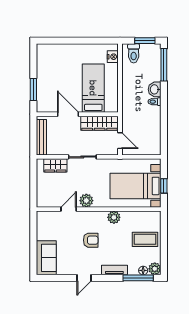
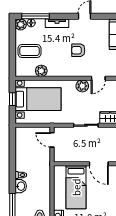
wardrobe: (100, 123) -> (70, 156), removed
plant: (114, 217) -> (41, 71), moved

